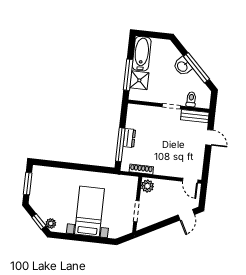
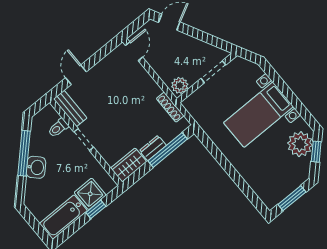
window: (128, 75) -> (96, 209), width x0.46
wardrobe: (134, 116) -> (129, 165), added
plant: (51, 223) -> (300, 144), width x1.87, depth x1.87

